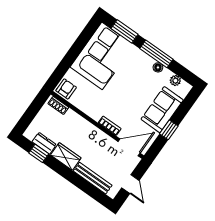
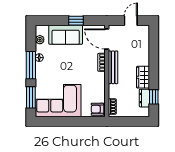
bench: (93, 178) -> (113, 67), moved

